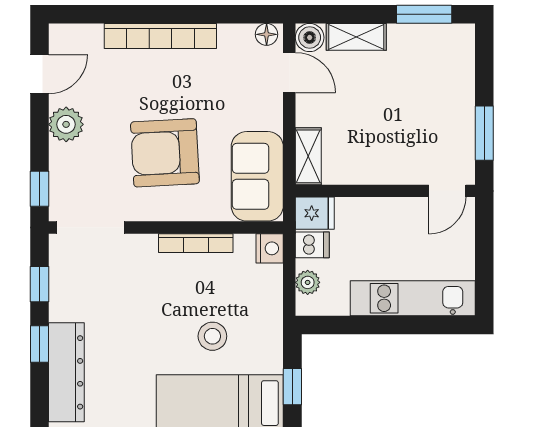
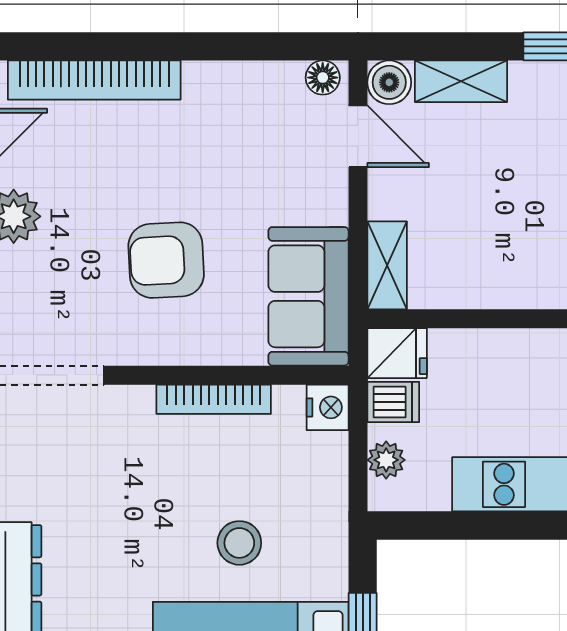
bookcase: (160, 36) -> (94, 80), moved
armchair: (165, 153) -> (166, 260), width x0.73, depth x0.73

